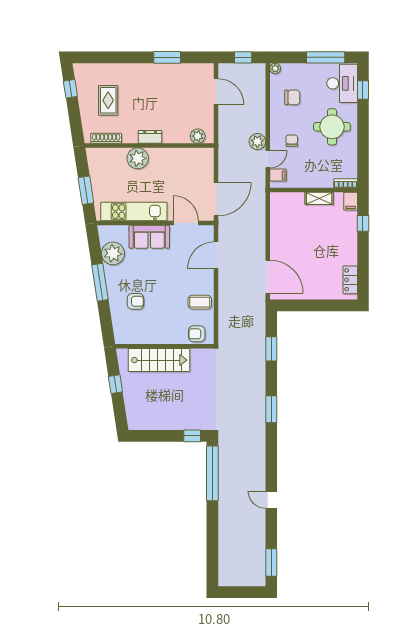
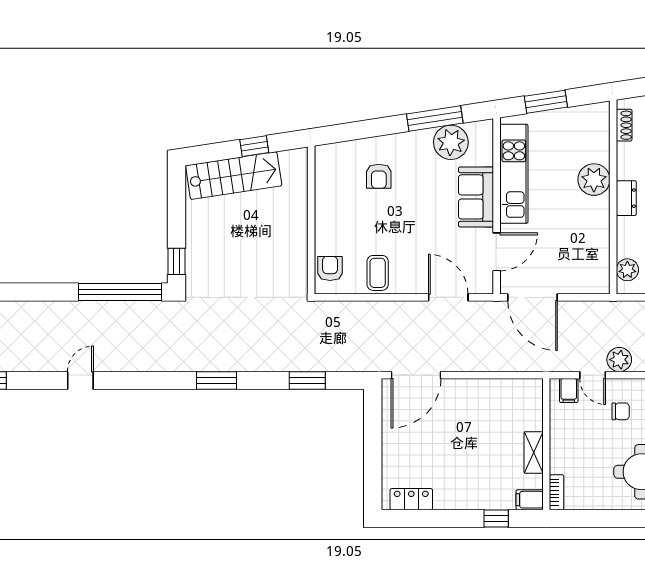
shoe rack: (106, 138) -> (624, 125), width x0.70
window: (100, 282) -> (435, 119), moved
stairs: (159, 360) -> (234, 176), moved, turned -99

